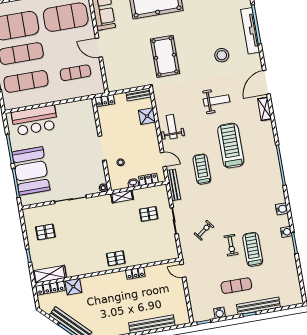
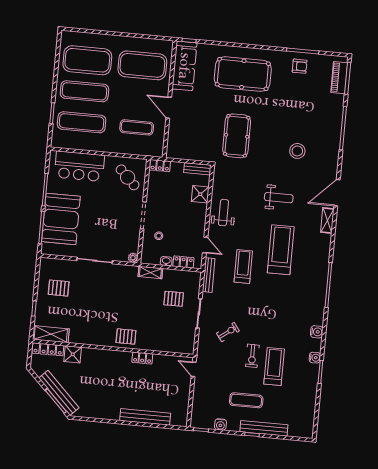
tv unit: (250, 31) -> (335, 133), removed
cafe table: (79, 119) -> (128, 177), added

